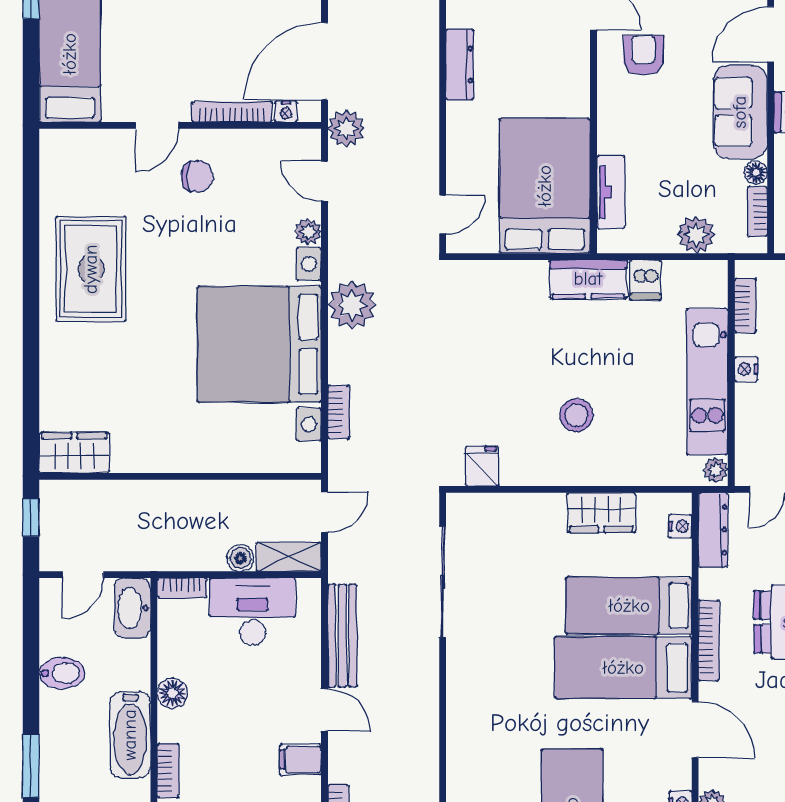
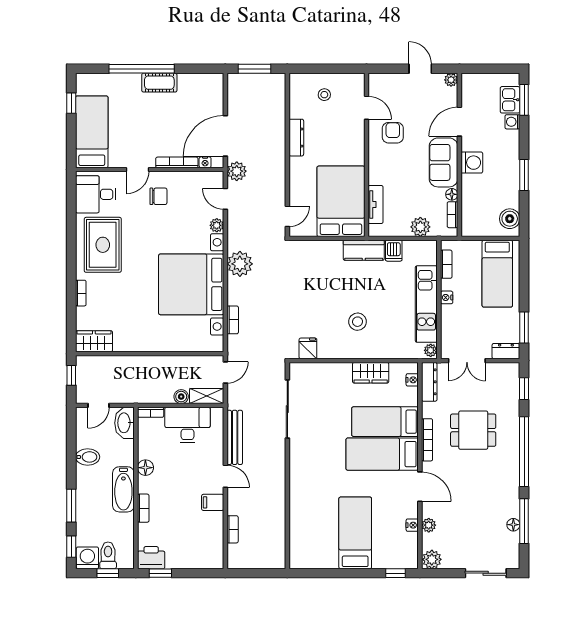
desk: (78, 173) -> (96, 194), added
bookcase: (49, 361) -> (81, 293), added

